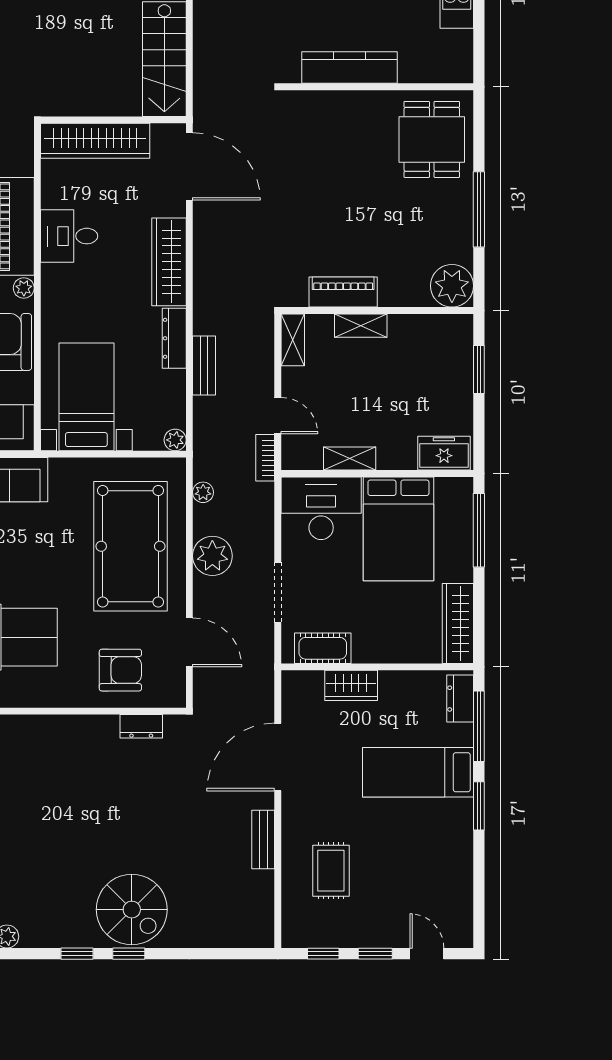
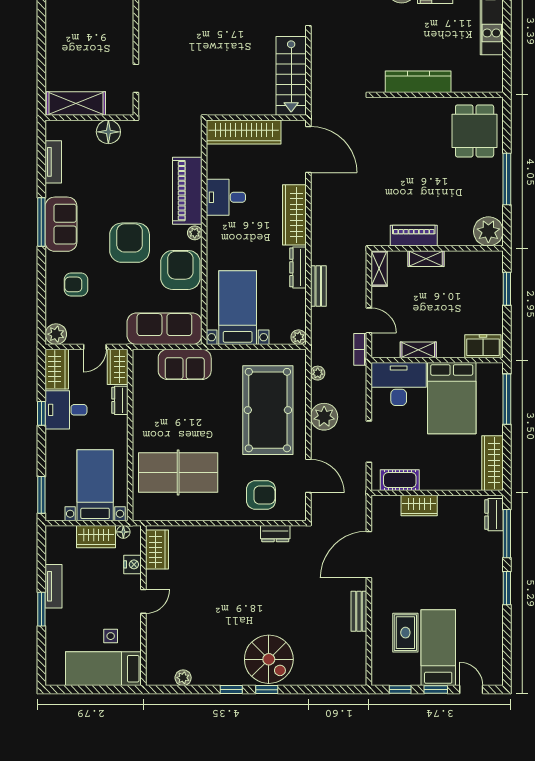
bed: (418, 772) -> (438, 648), moved, turned 90

